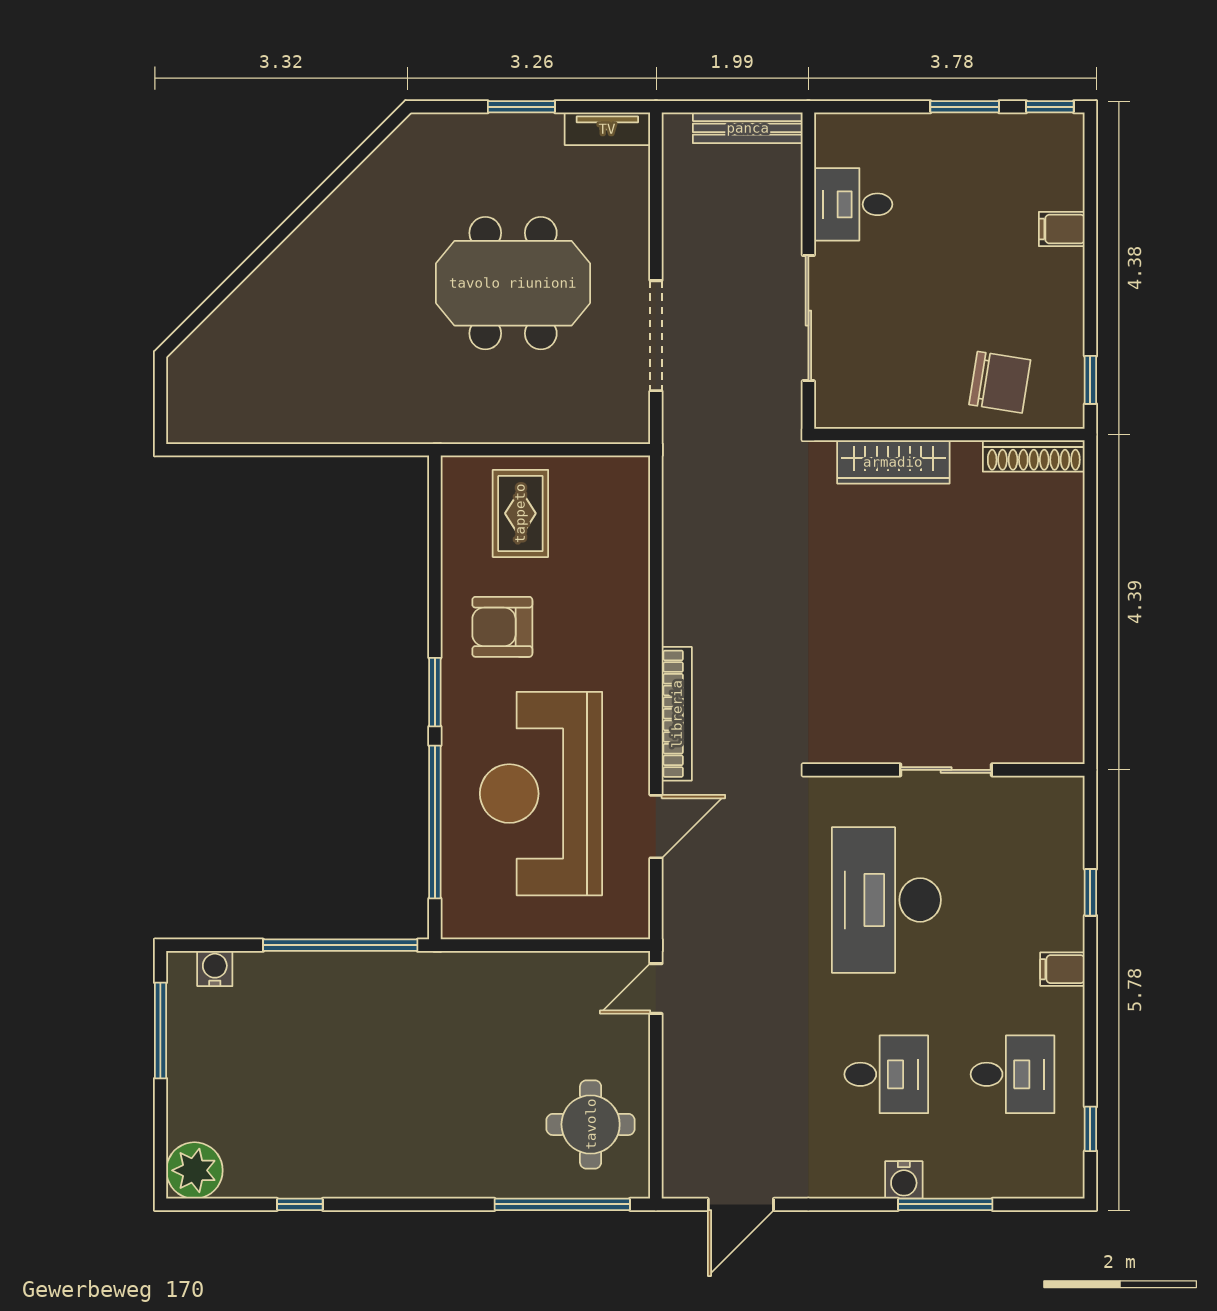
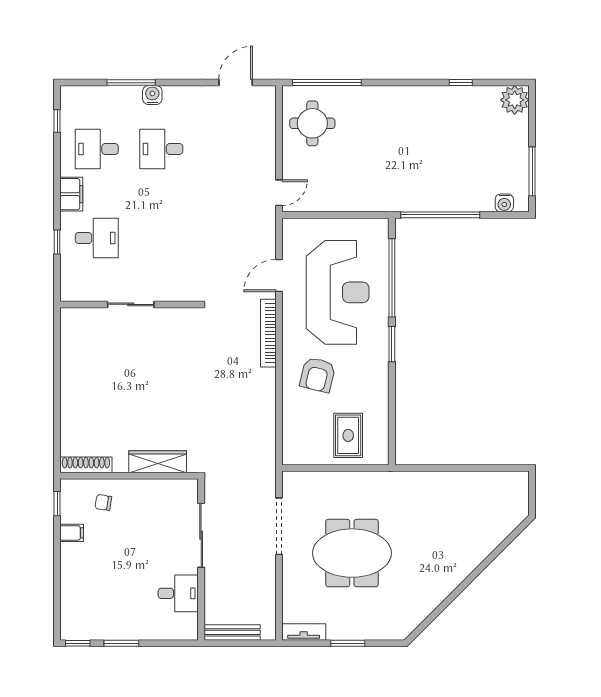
filing cabinet: (1062, 229) -> (72, 533), moved
chair: (1000, 382) -> (103, 502), width x0.54, depth x0.54
armchair: (502, 627) -> (318, 375), moved, turned 104
desk: (886, 900) -> (97, 238), moved, width x0.53, depth x0.77
filing cabinet: (1062, 969) -> (71, 194), width x2.00

